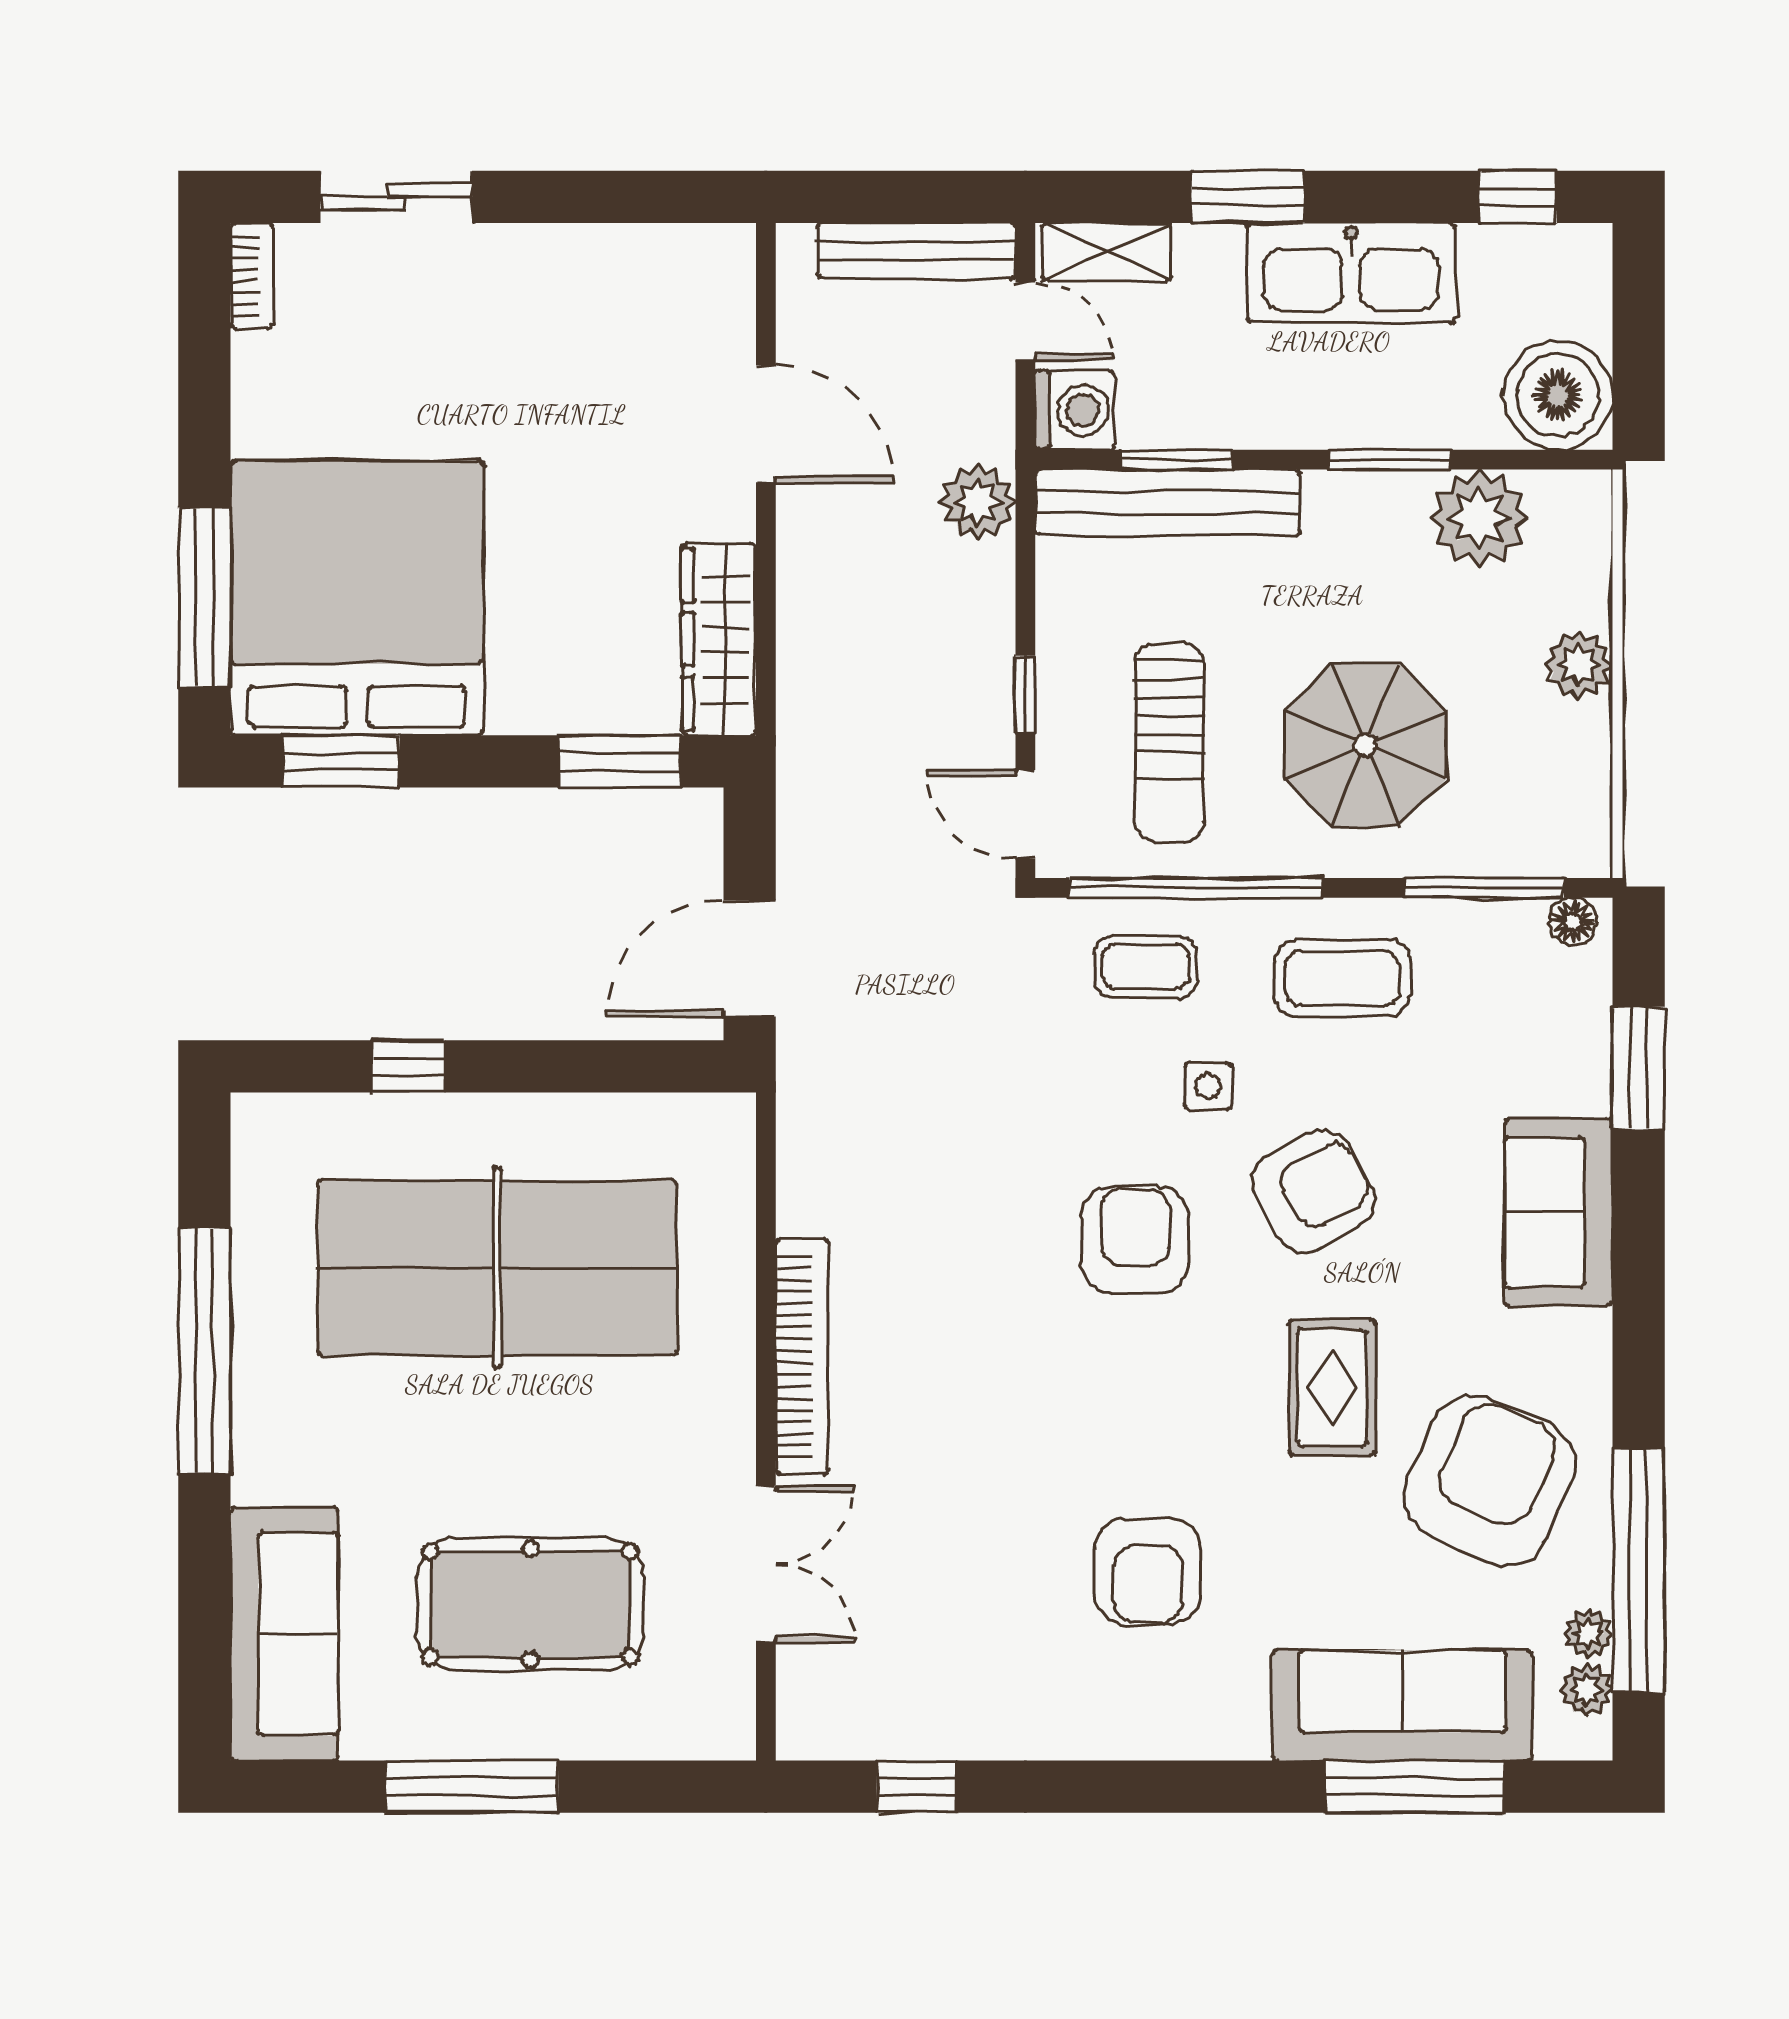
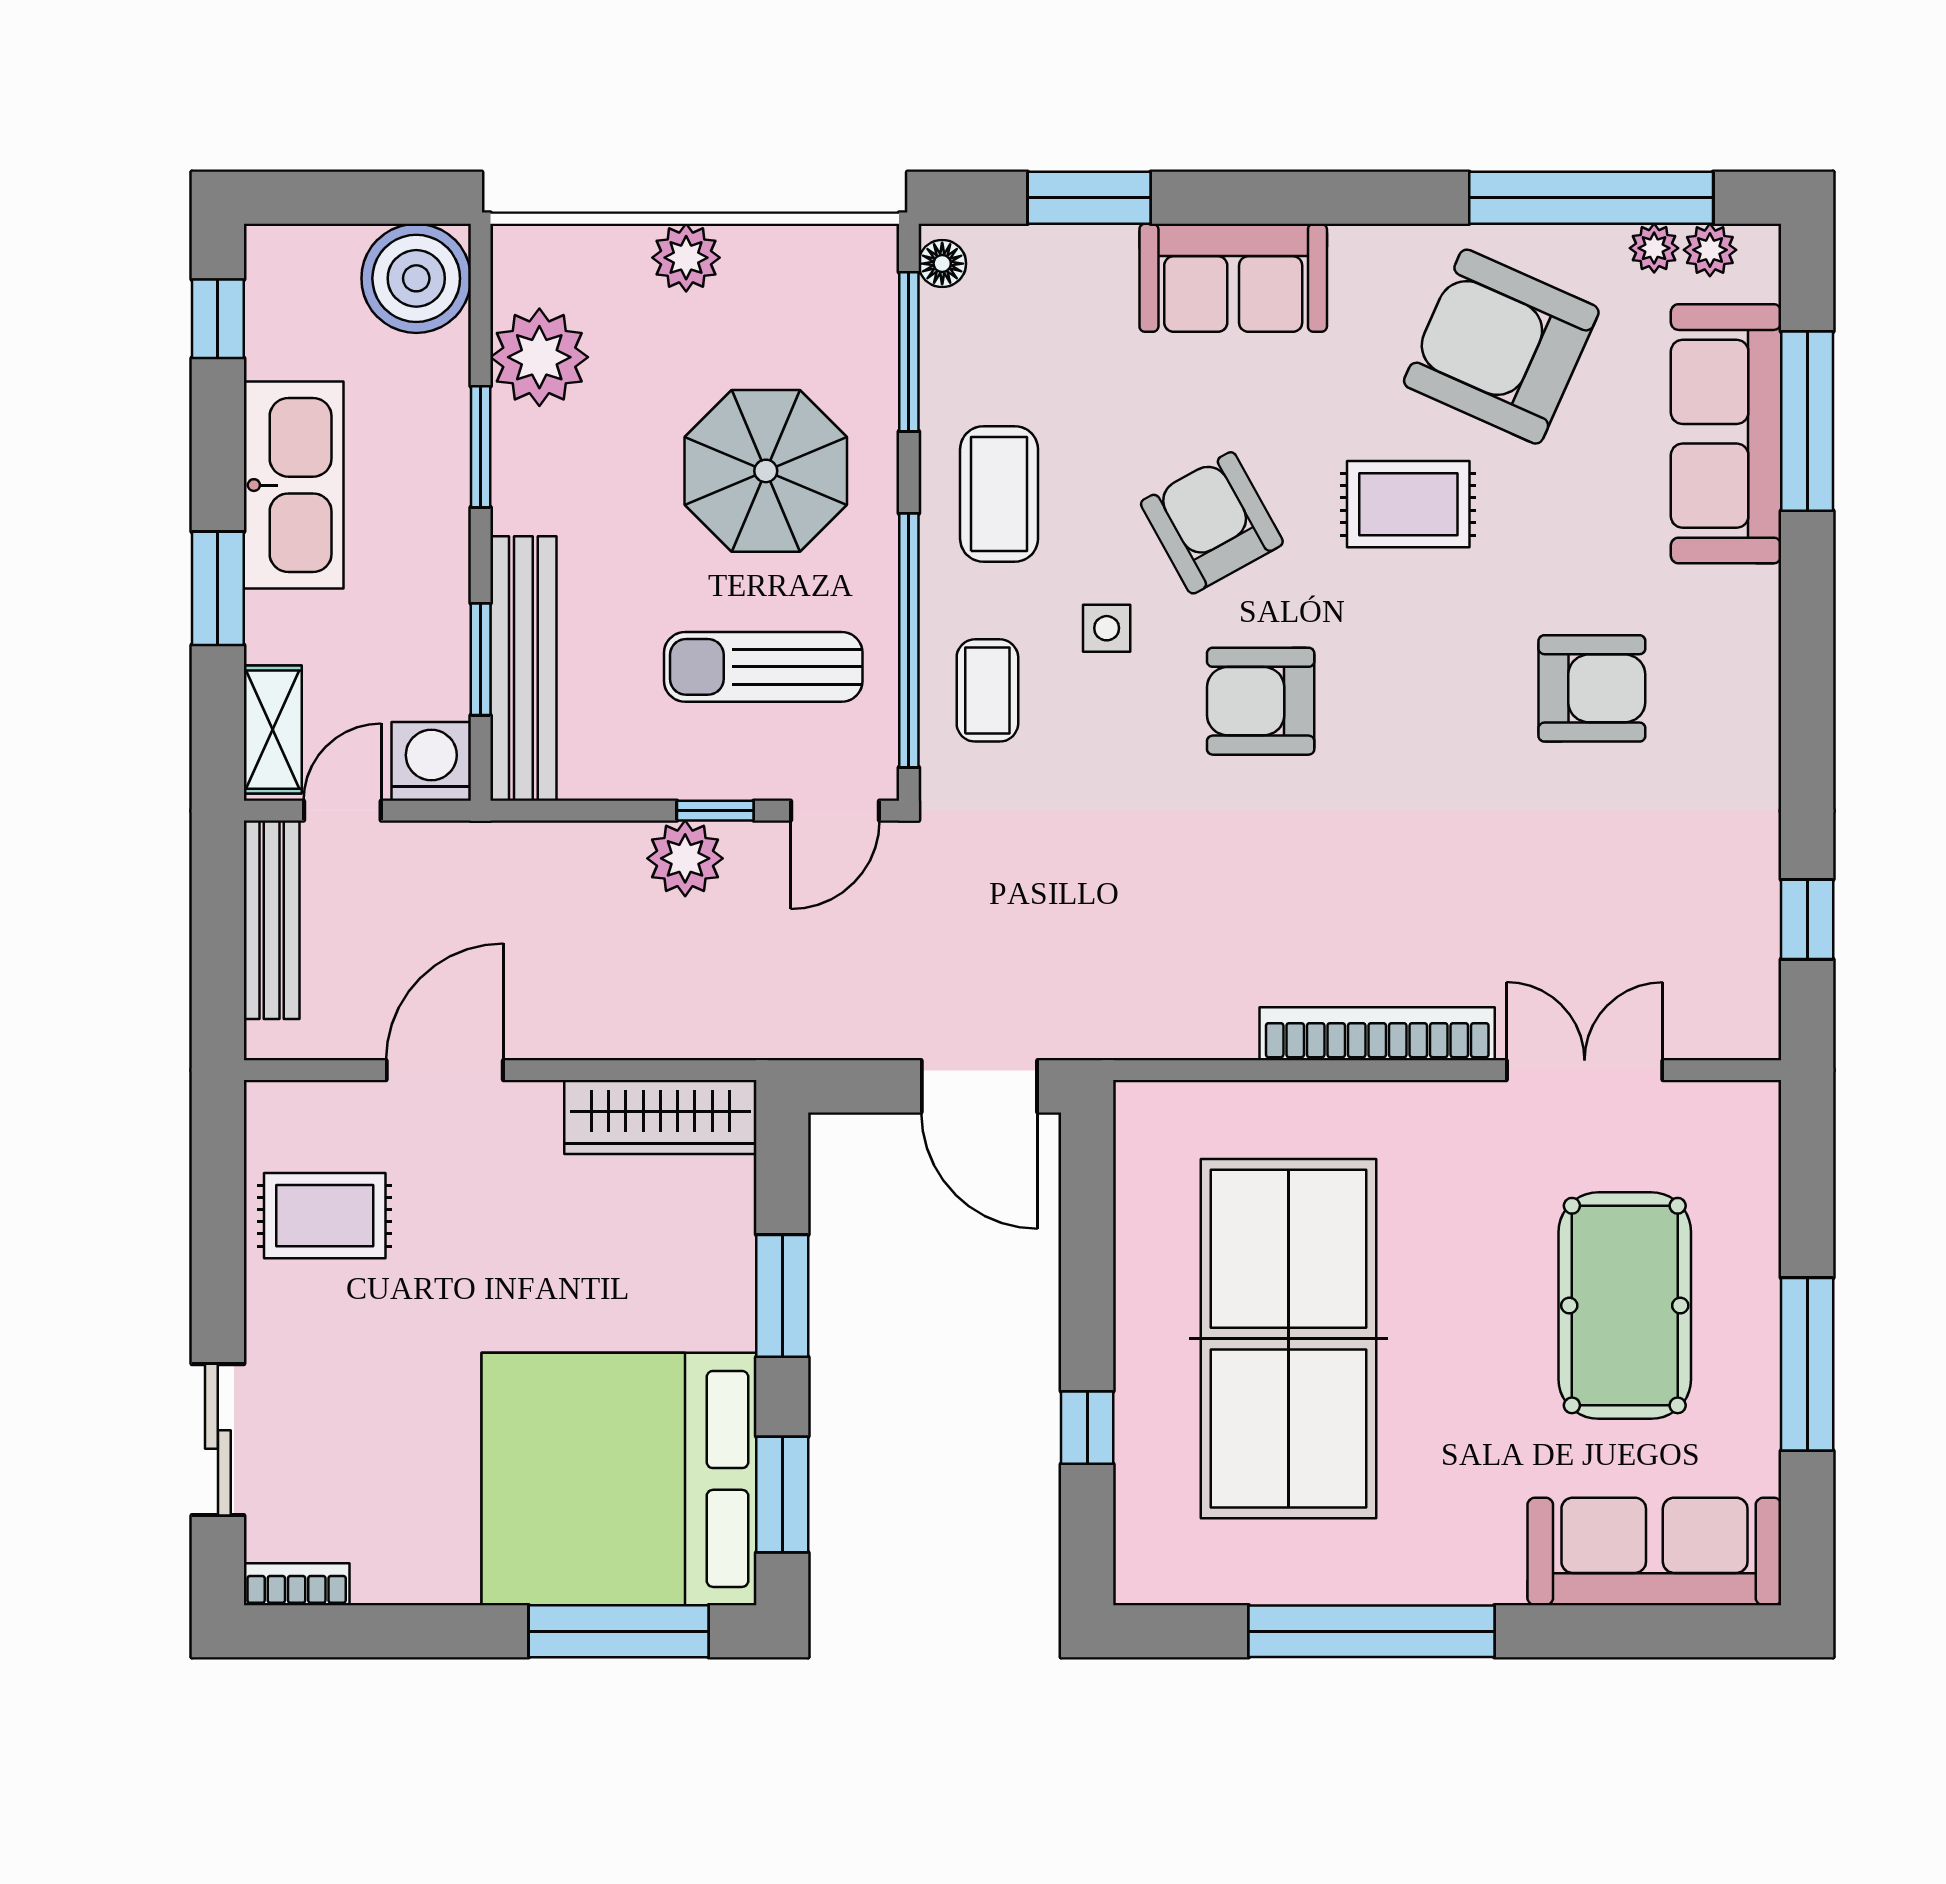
rug: (620, 304) -> (325, 1216), added
plant: (978, 502) -> (685, 858), moved
sun lounger: (1169, 742) -> (763, 667), turned 180
window: (620, 761) -> (782, 1296), moved

